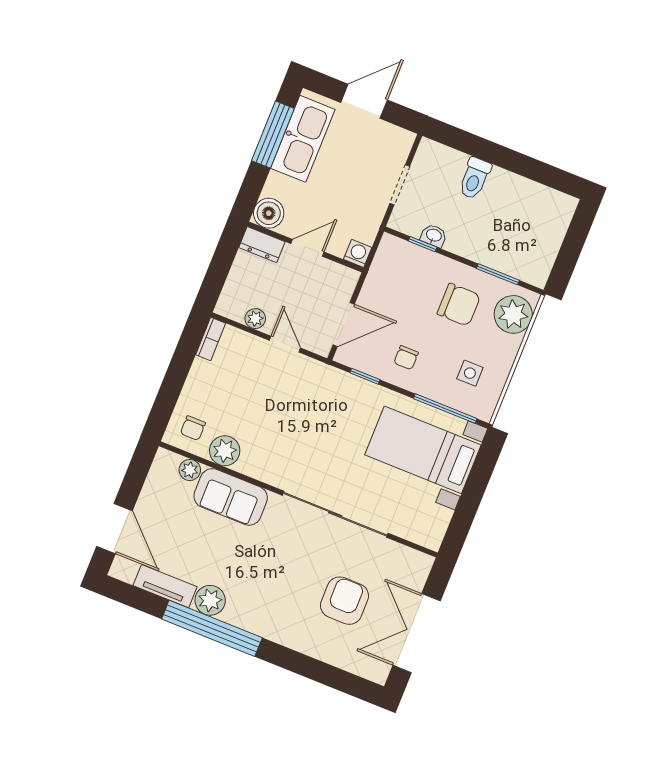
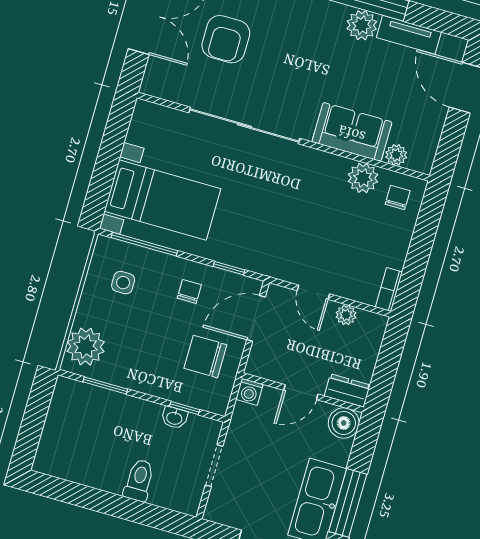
chair: (459, 305) -> (205, 357), moved

